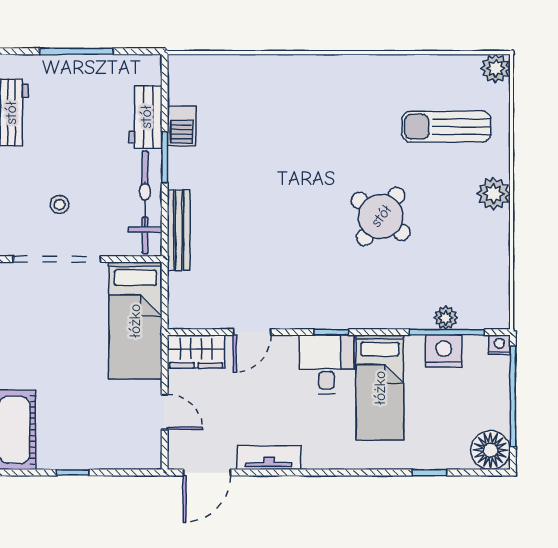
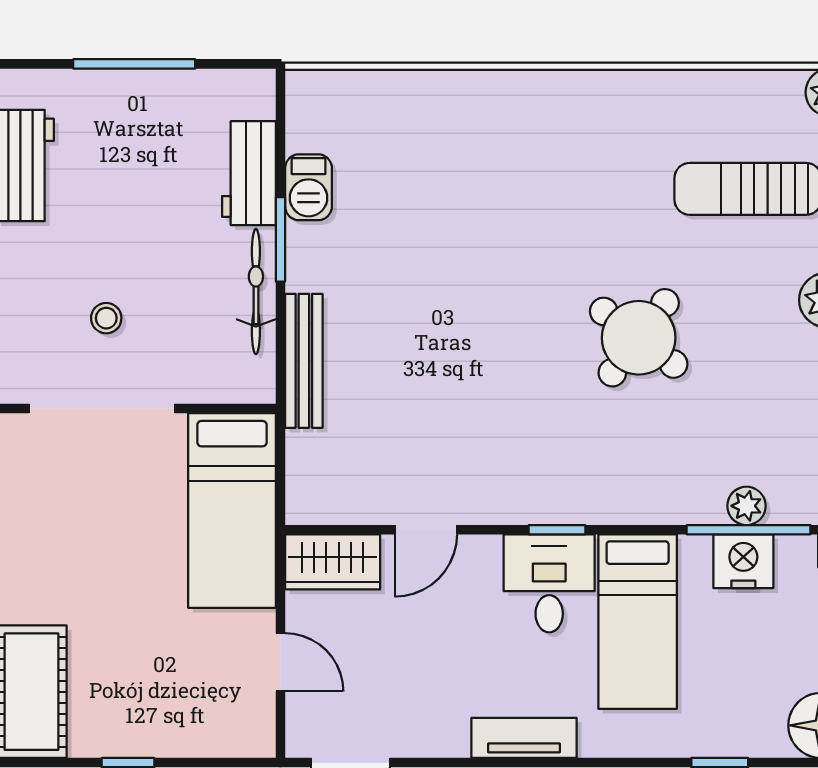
bicycle: (145, 202) -> (256, 292), width x0.73, depth x0.71
tv unit: (269, 458) -> (524, 738), moved

